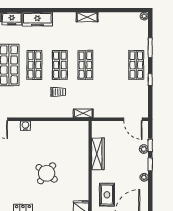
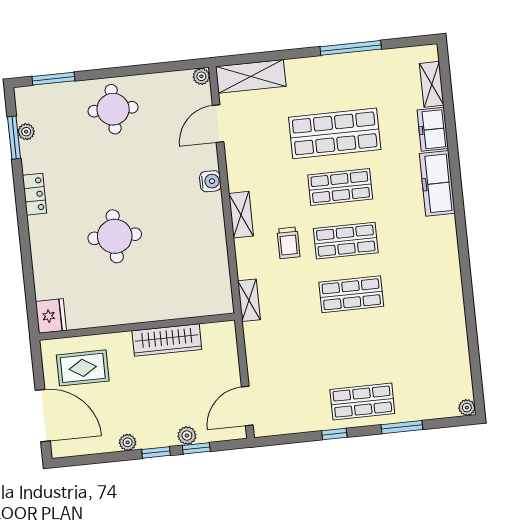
shelving: (87, 17) -> (241, 215), moved
round table: (47, 173) -> (115, 236), turned -38

